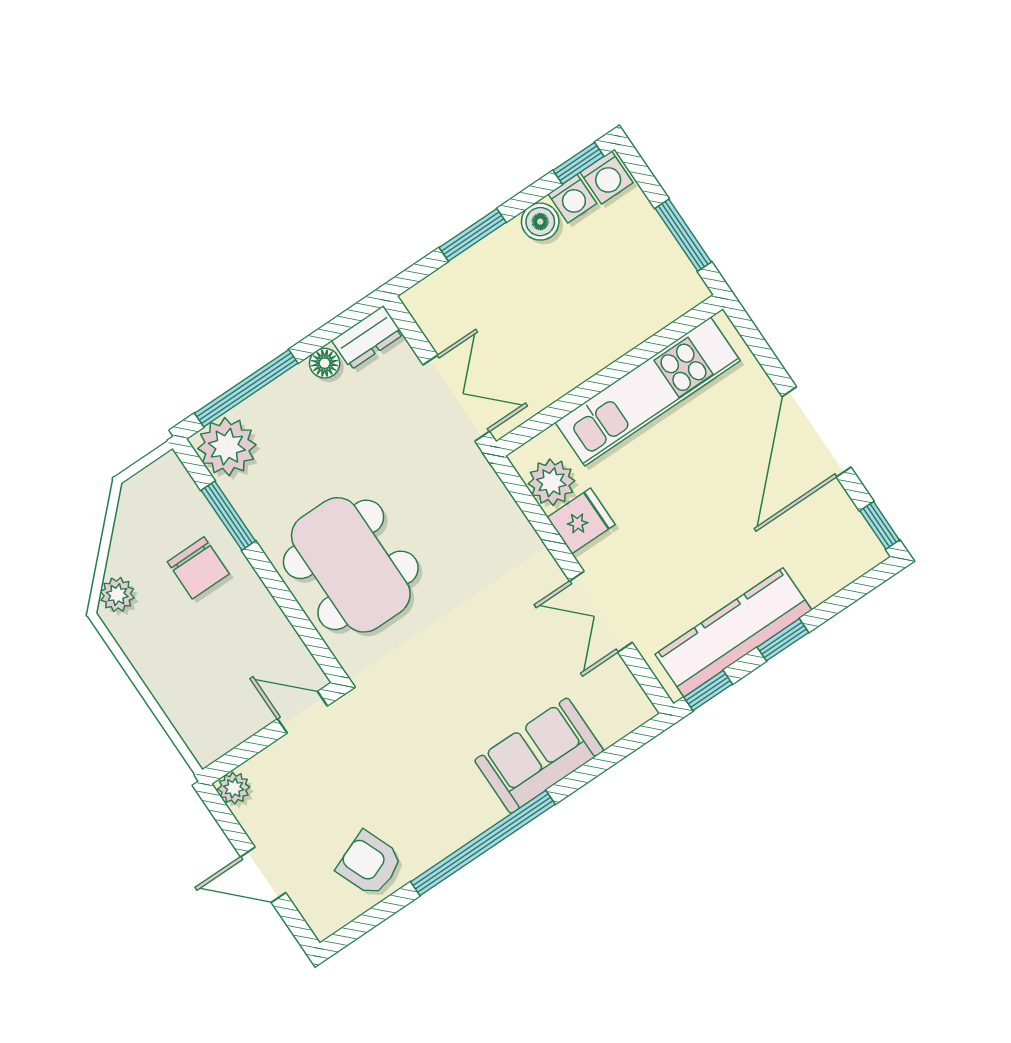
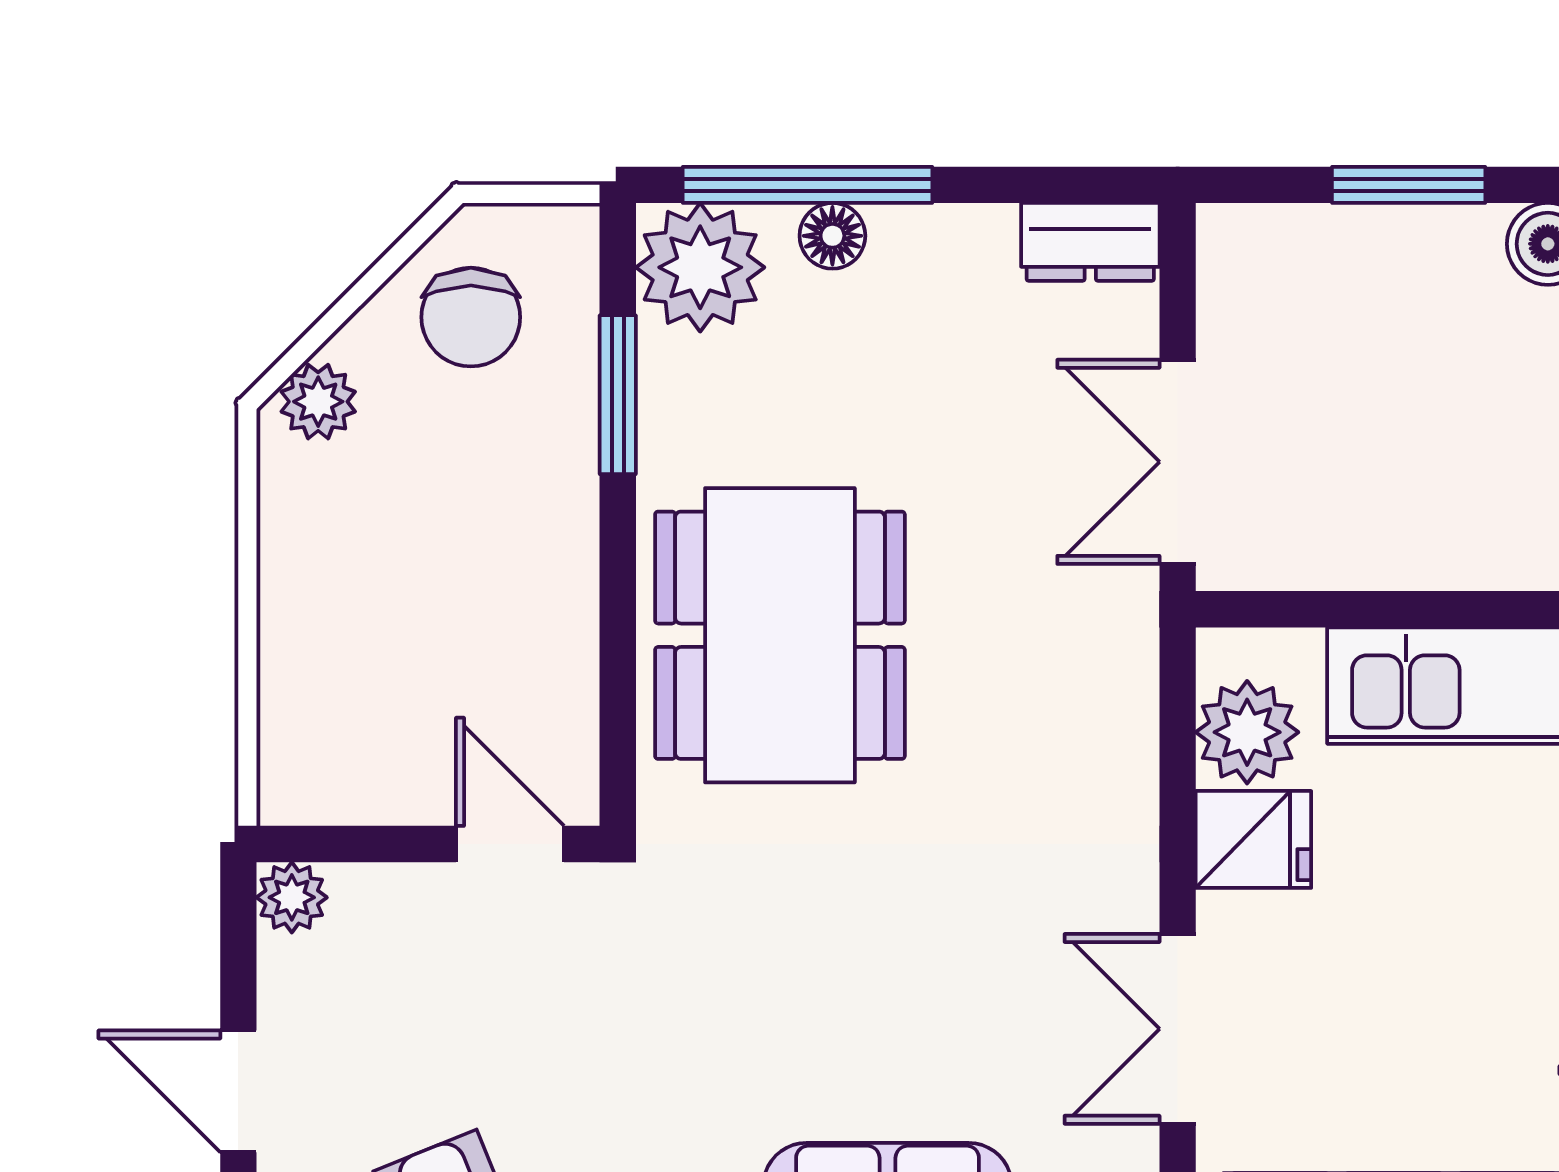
floor lamp: (325, 363) -> (832, 236), moved
double door: (456, 398) -> (1178, 462), swing flipped
chair: (198, 568) -> (471, 317), moved

